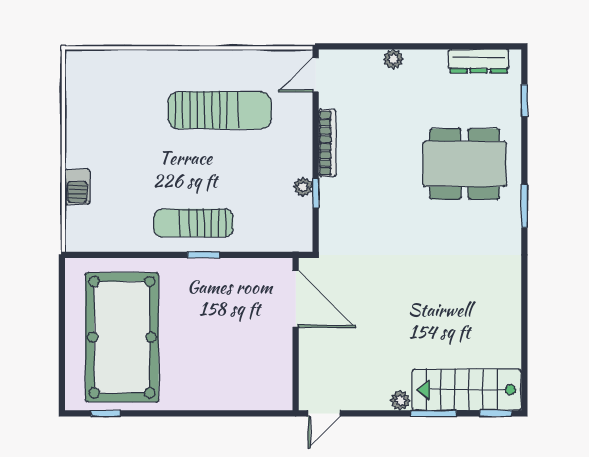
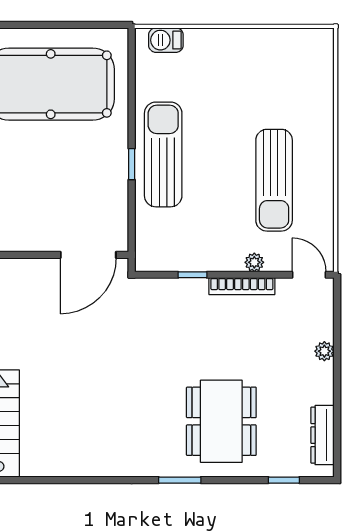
barbecue: (77, 187) -> (166, 40), moved
plant: (303, 187) -> (254, 262), moved
sun lounger: (193, 223) -> (163, 154), width x1.36, depth x1.34

